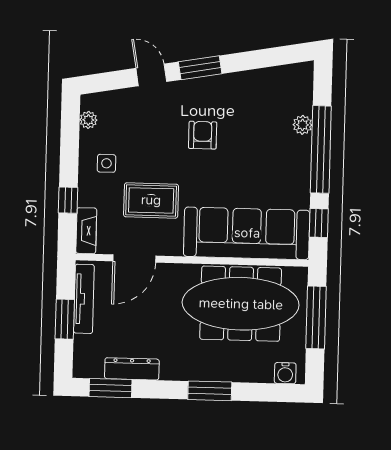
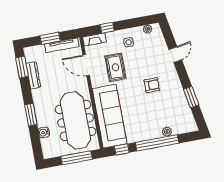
window: (200, 68) -> (191, 97), moved
water cooler: (285, 373) -> (44, 132), moved

